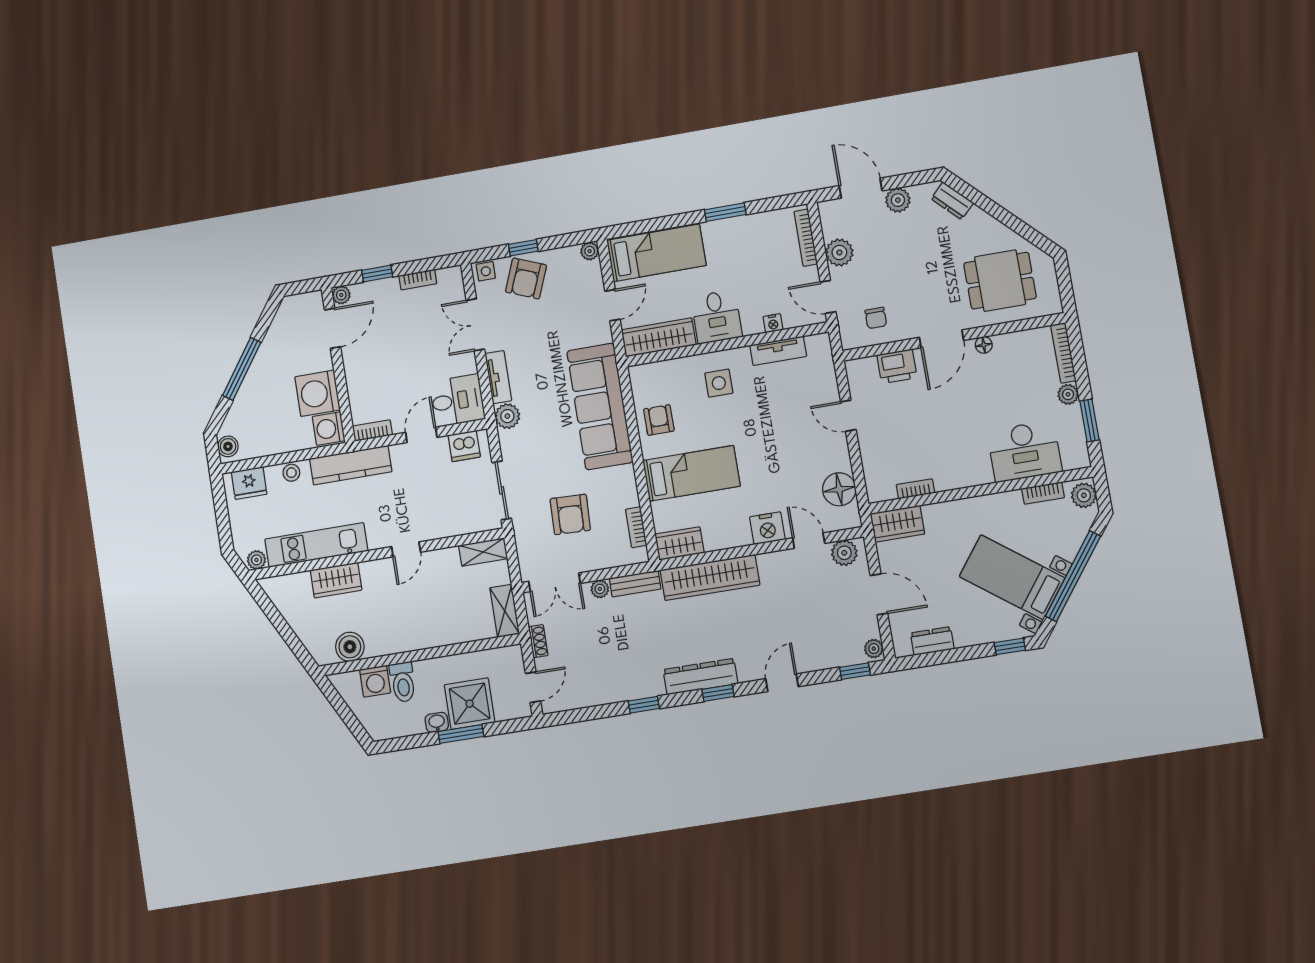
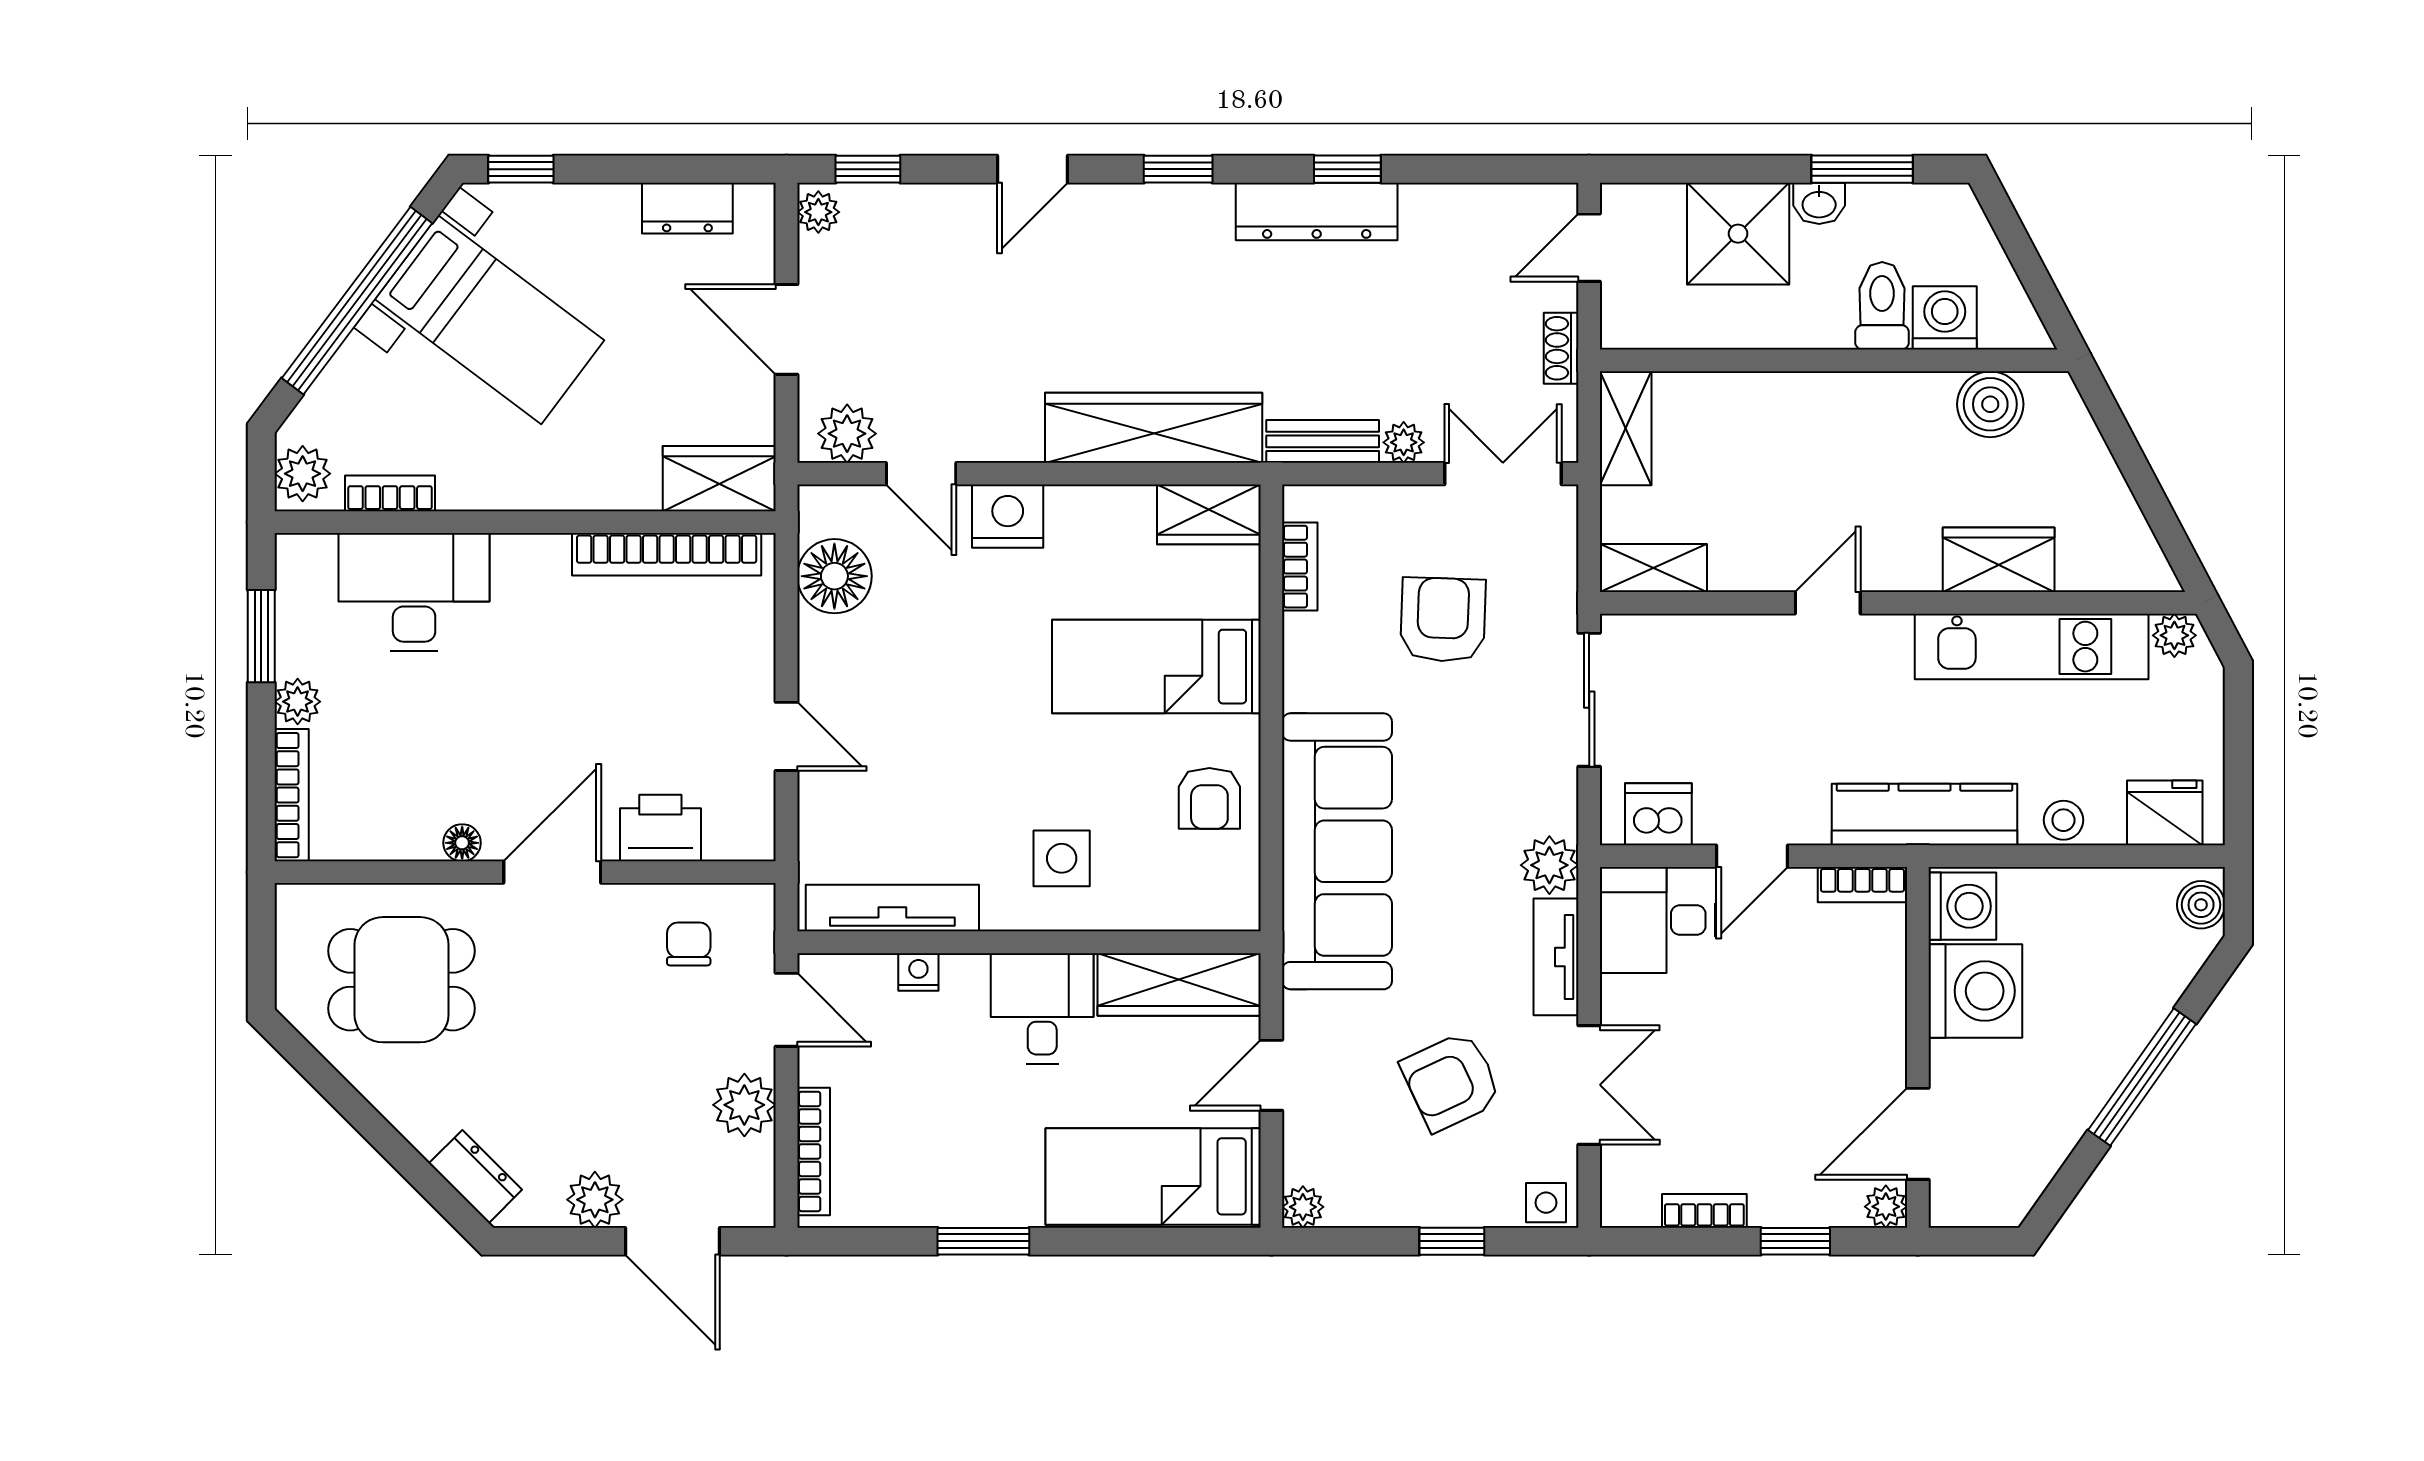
armchair: (526, 278) -> (1451, 1081), moved, turned -137
tv unit: (778, 351) -> (892, 908), width x1.41
bookcase: (915, 489) -> (667, 554), width x2.31, depth x1.31
dresser: (700, 677) -> (1317, 211), moved
window: (461, 734) -> (1862, 169), moved

